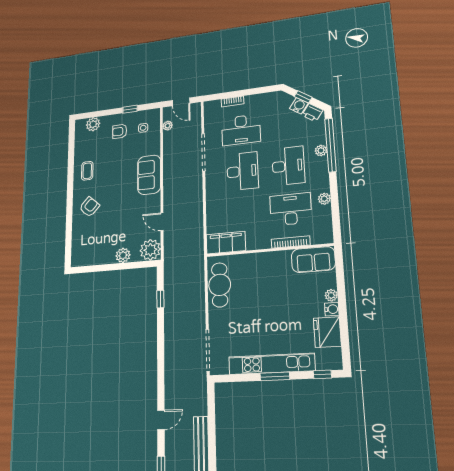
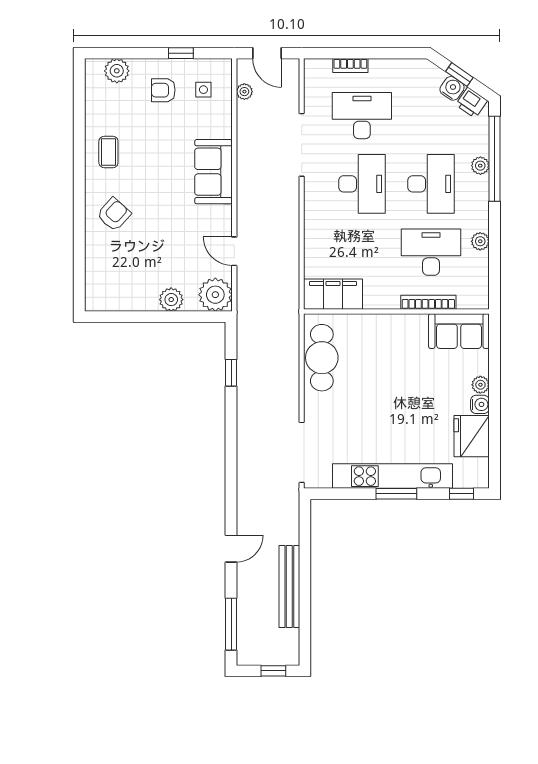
desk: (241, 130) -> (362, 116), turned 180

